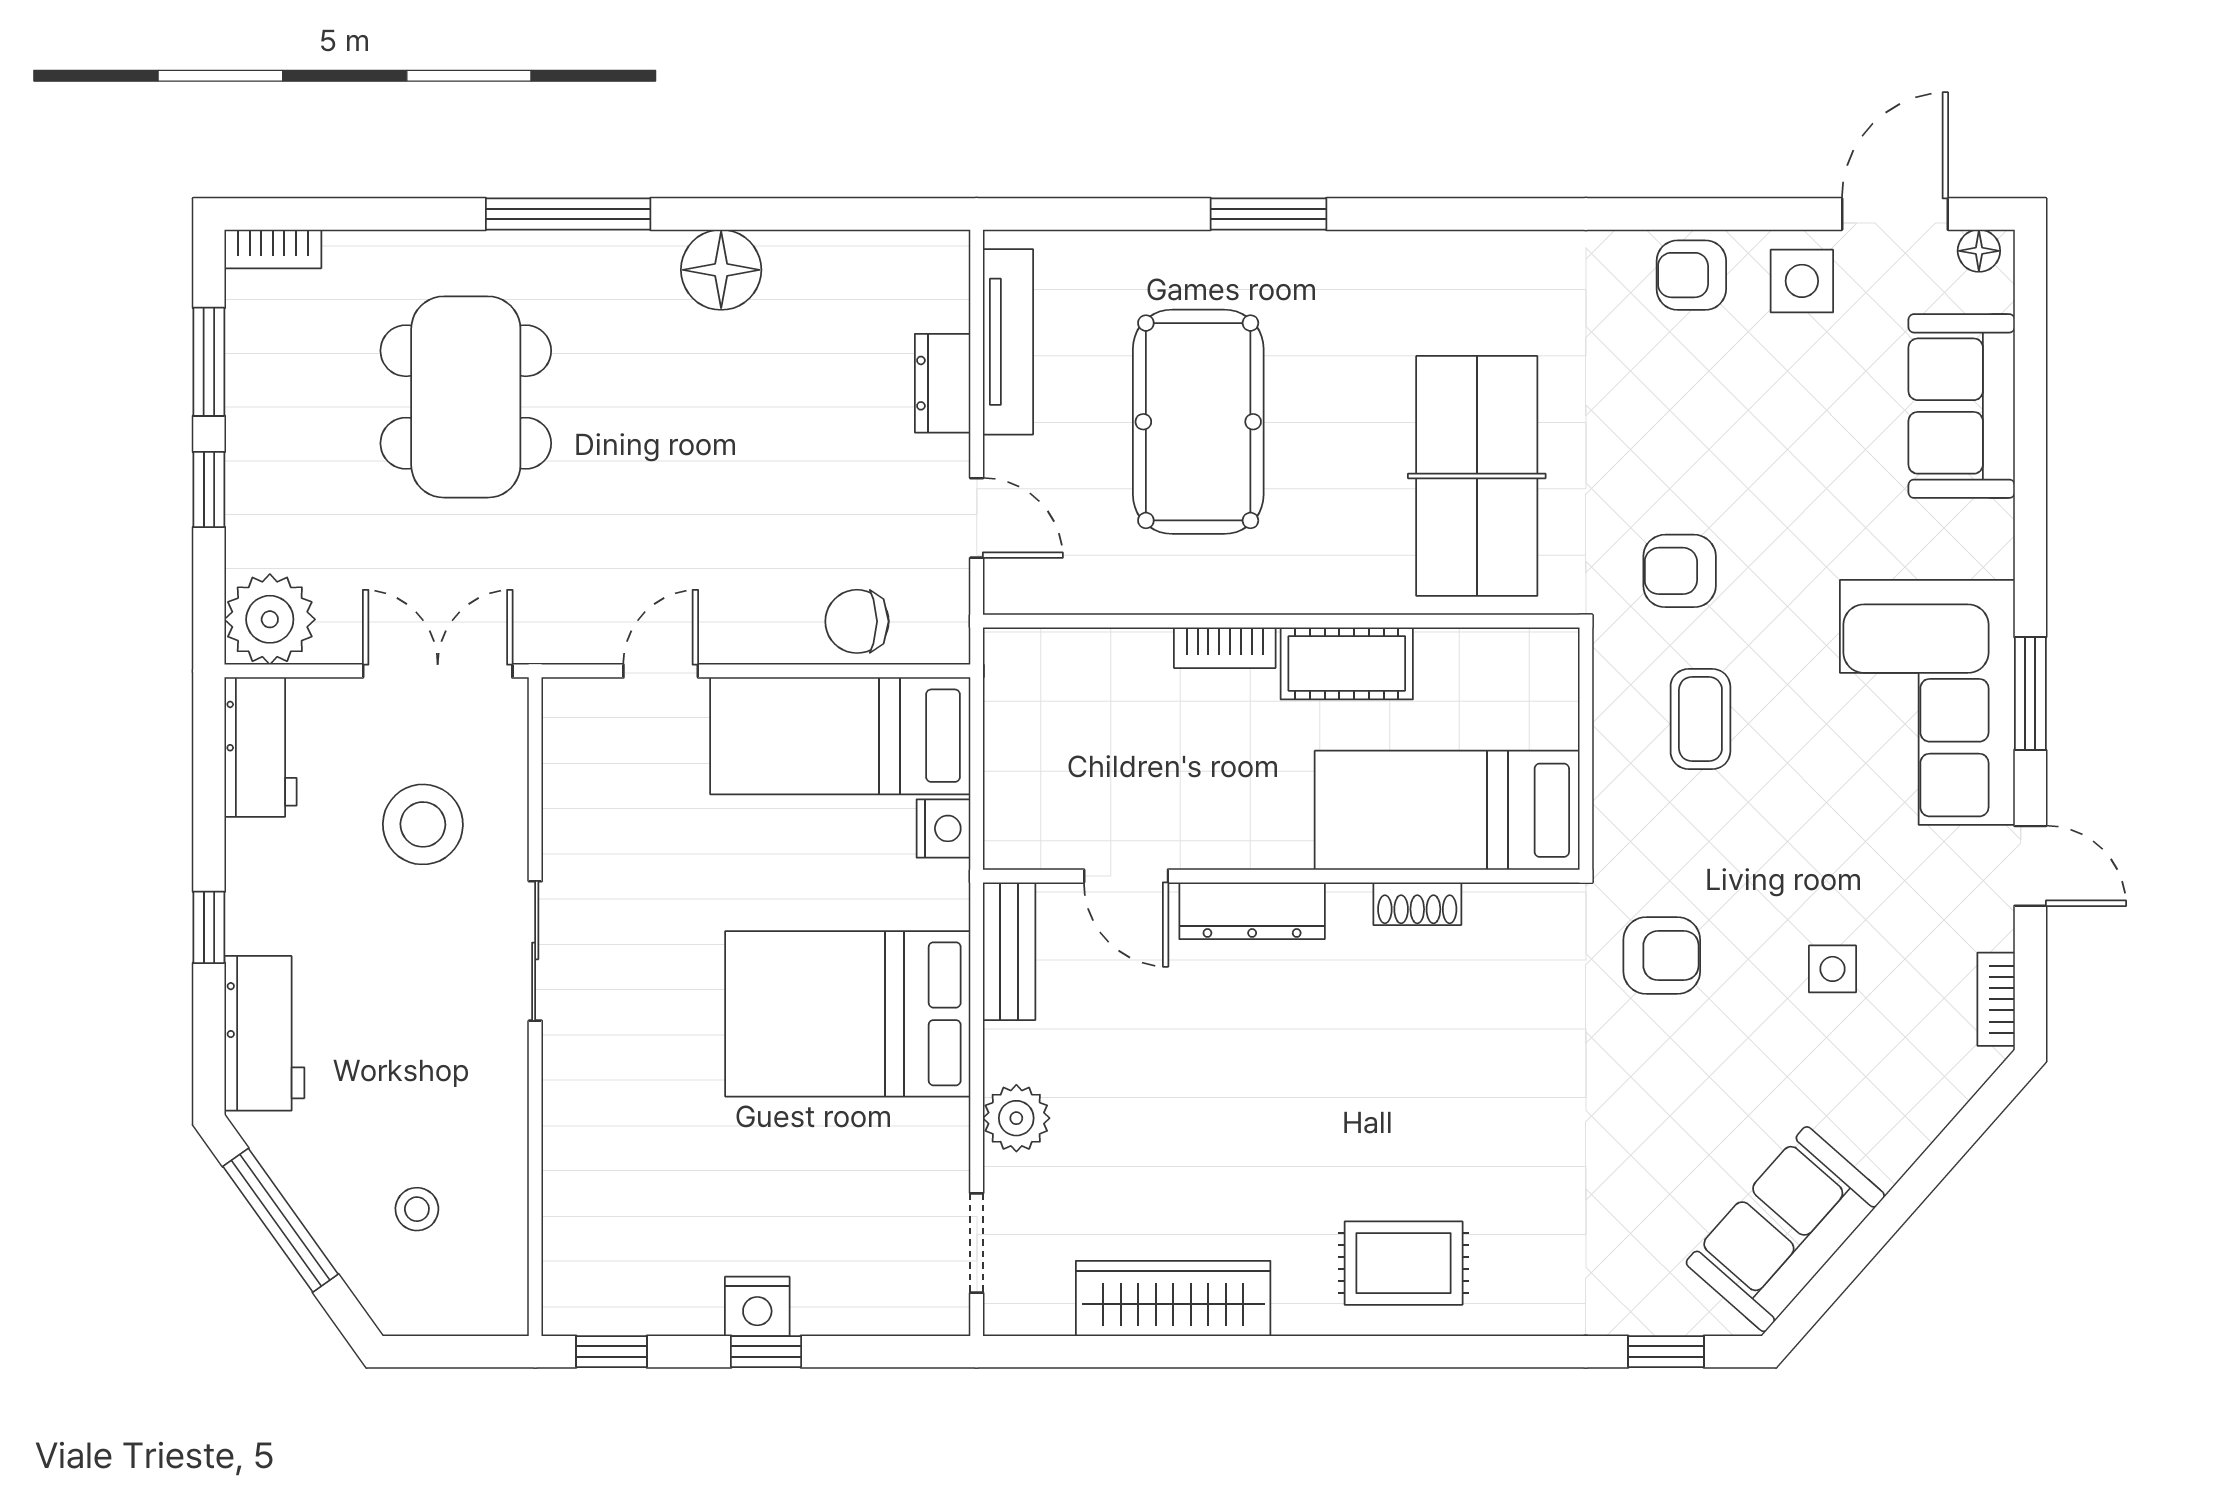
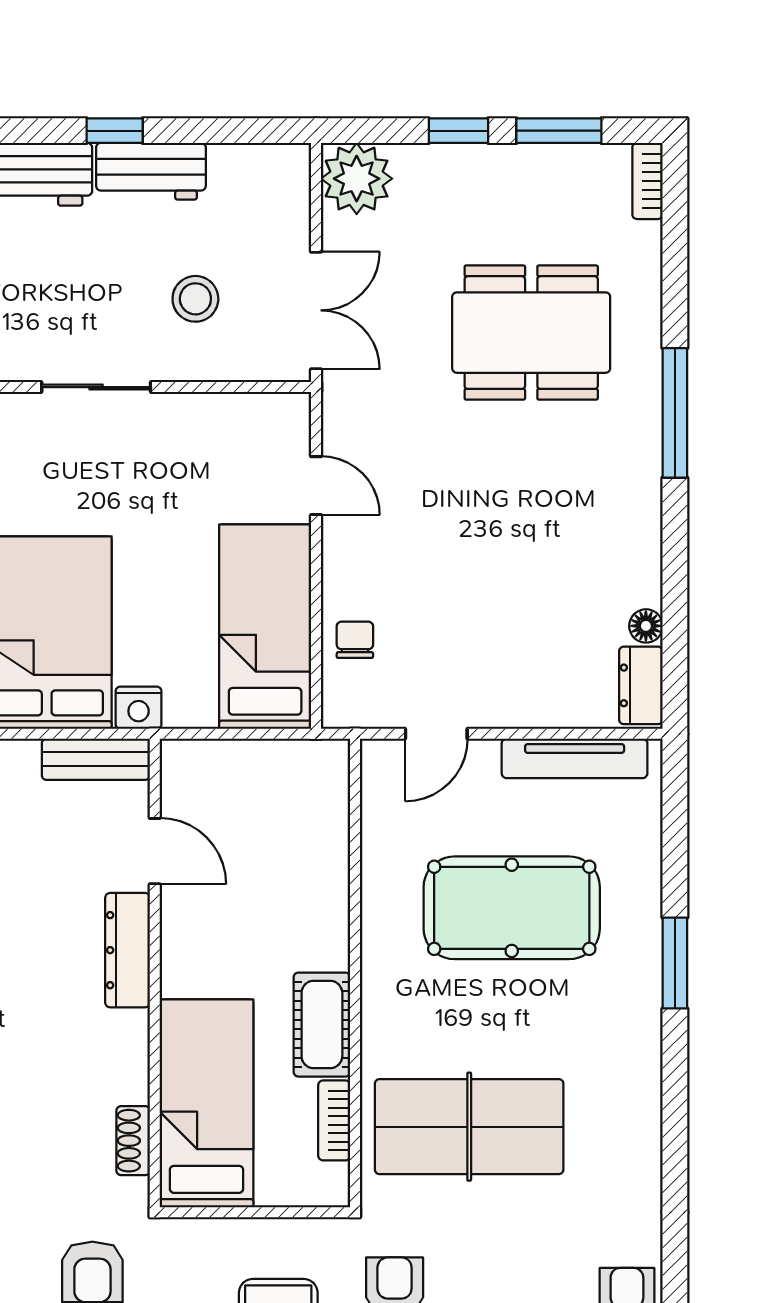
floor lamp: (721, 270) -> (646, 626), moved, width x0.53, depth x0.53
dresser: (943, 383) -> (641, 685), moved, turned -90
chair: (857, 621) -> (355, 640), width x0.73, depth x0.73
bookcase: (1225, 648) -> (334, 1120), moved
workbench: (260, 747) -> (151, 171), moved
stool: (423, 824) -> (195, 299), width x0.73, depth x0.73
nightstand: (943, 828) -> (139, 708), moved
door: (1126, 876) -> (155, 851), swing flipped
shoe rack: (1417, 904) -> (133, 1141), moved

